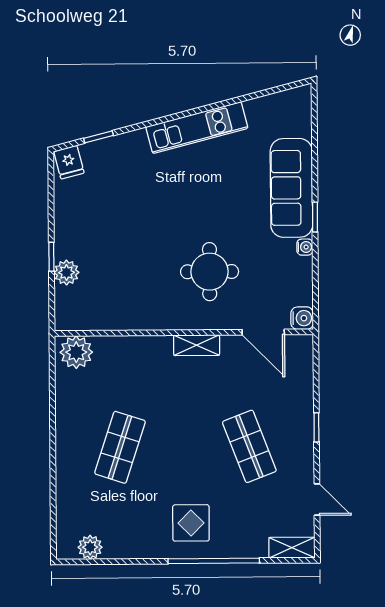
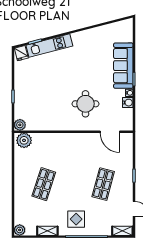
kitchen unit: (197, 128) -> (49, 46), moved
plant: (66, 273) -> (20, 125), moved
water cooler: (302, 318) -> (128, 103), moved
shelving: (197, 345) -> (47, 231), moved
shop shelf: (249, 446) -> (103, 184), turned 36
plant: (90, 547) -> (20, 230), moved

